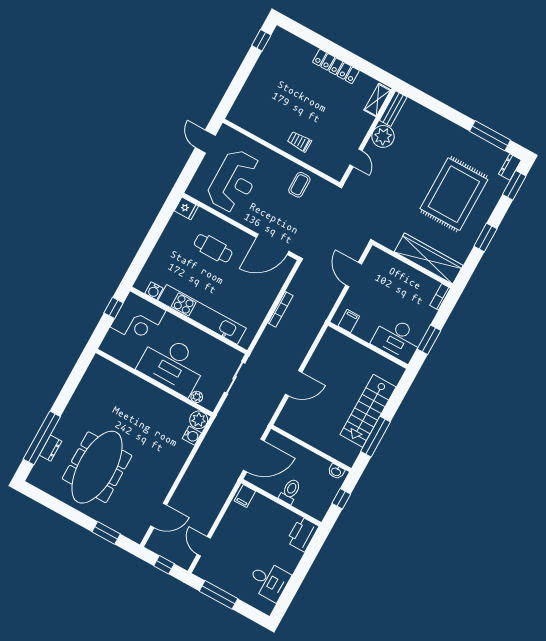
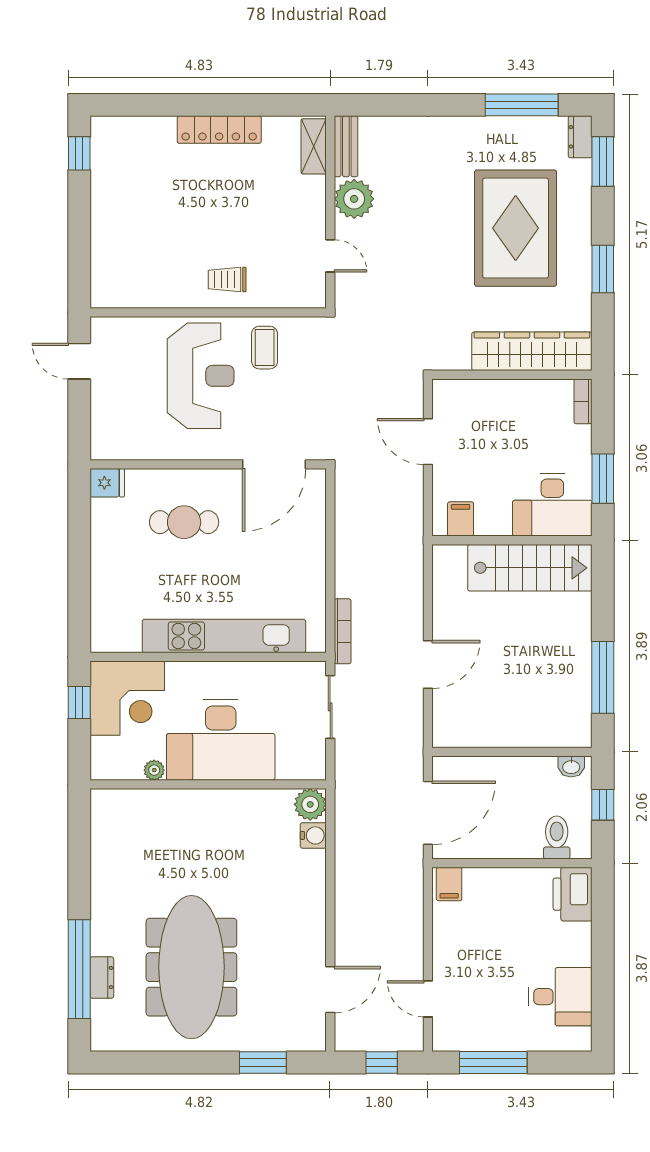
reception desk: (234, 181) -> (201, 376), moved
water cooler: (154, 291) -> (128, 641), removed
bookcase: (280, 309) -> (343, 631), moved
plant: (197, 397) -> (154, 770), moved
stairs: (368, 411) -> (530, 568), moved, turned -90
toilet: (290, 491) -> (557, 837), moved

